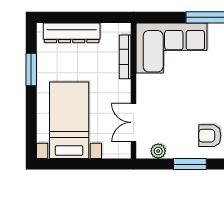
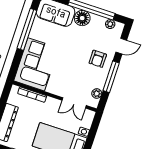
window: (190, 164) -> (111, 77), width x1.44

